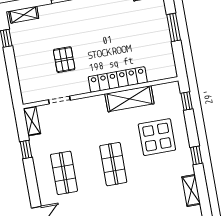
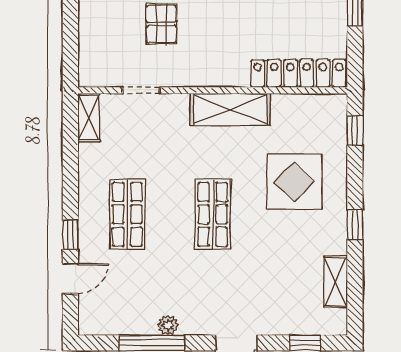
locker: (118, 79) -> (298, 73), moved
shelving: (129, 99) -> (230, 109), moved
window: (26, 149) -> (70, 235), moved

